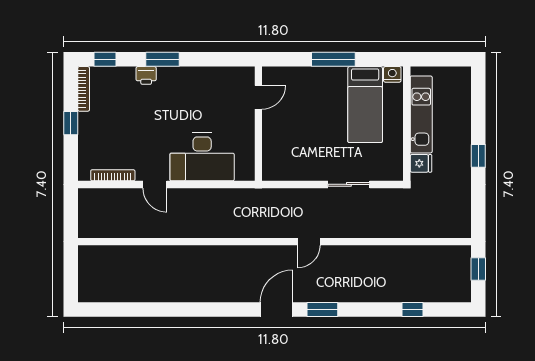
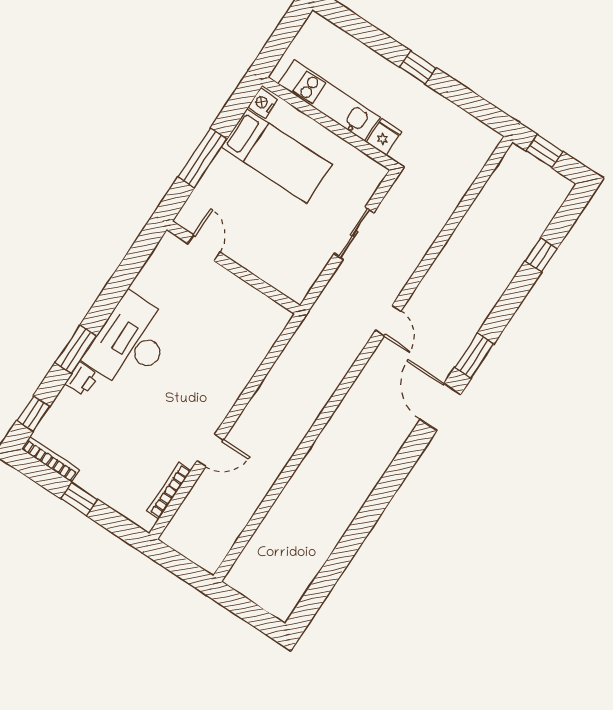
door: (258, 97) -> (204, 248), moved
wall: (258, 124) -> (233, 267), moved
desk: (202, 157) -> (131, 342), moved, turned 180

